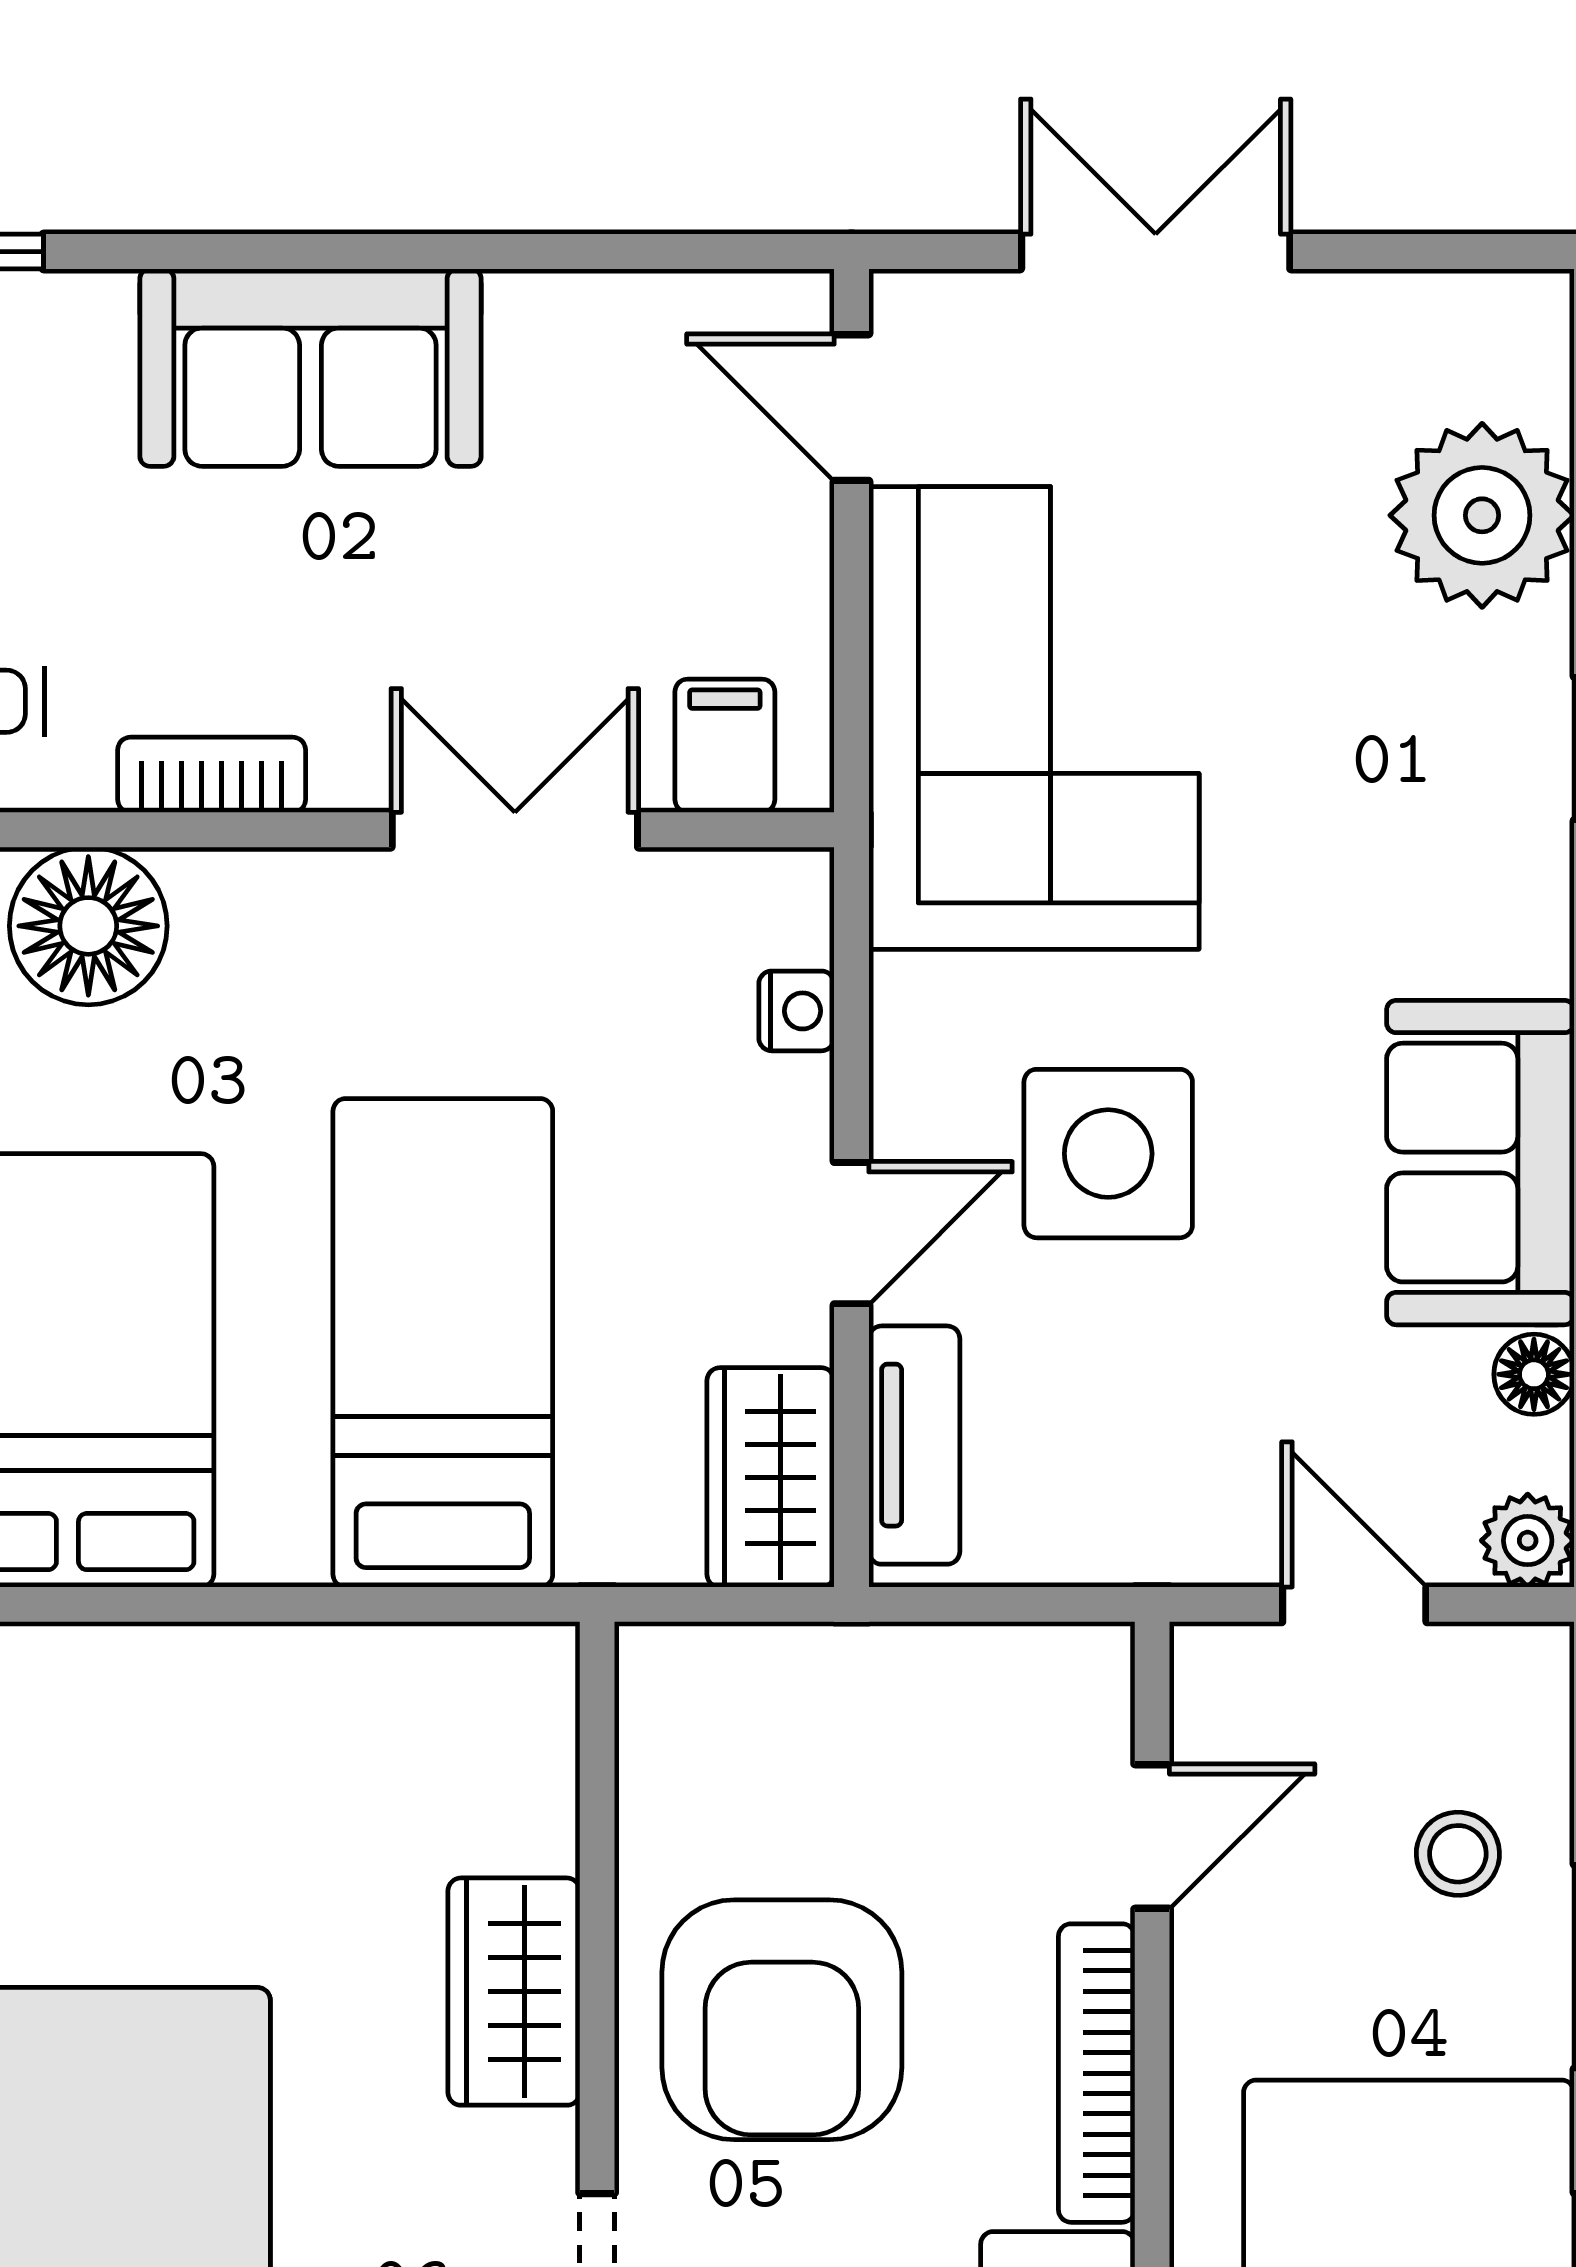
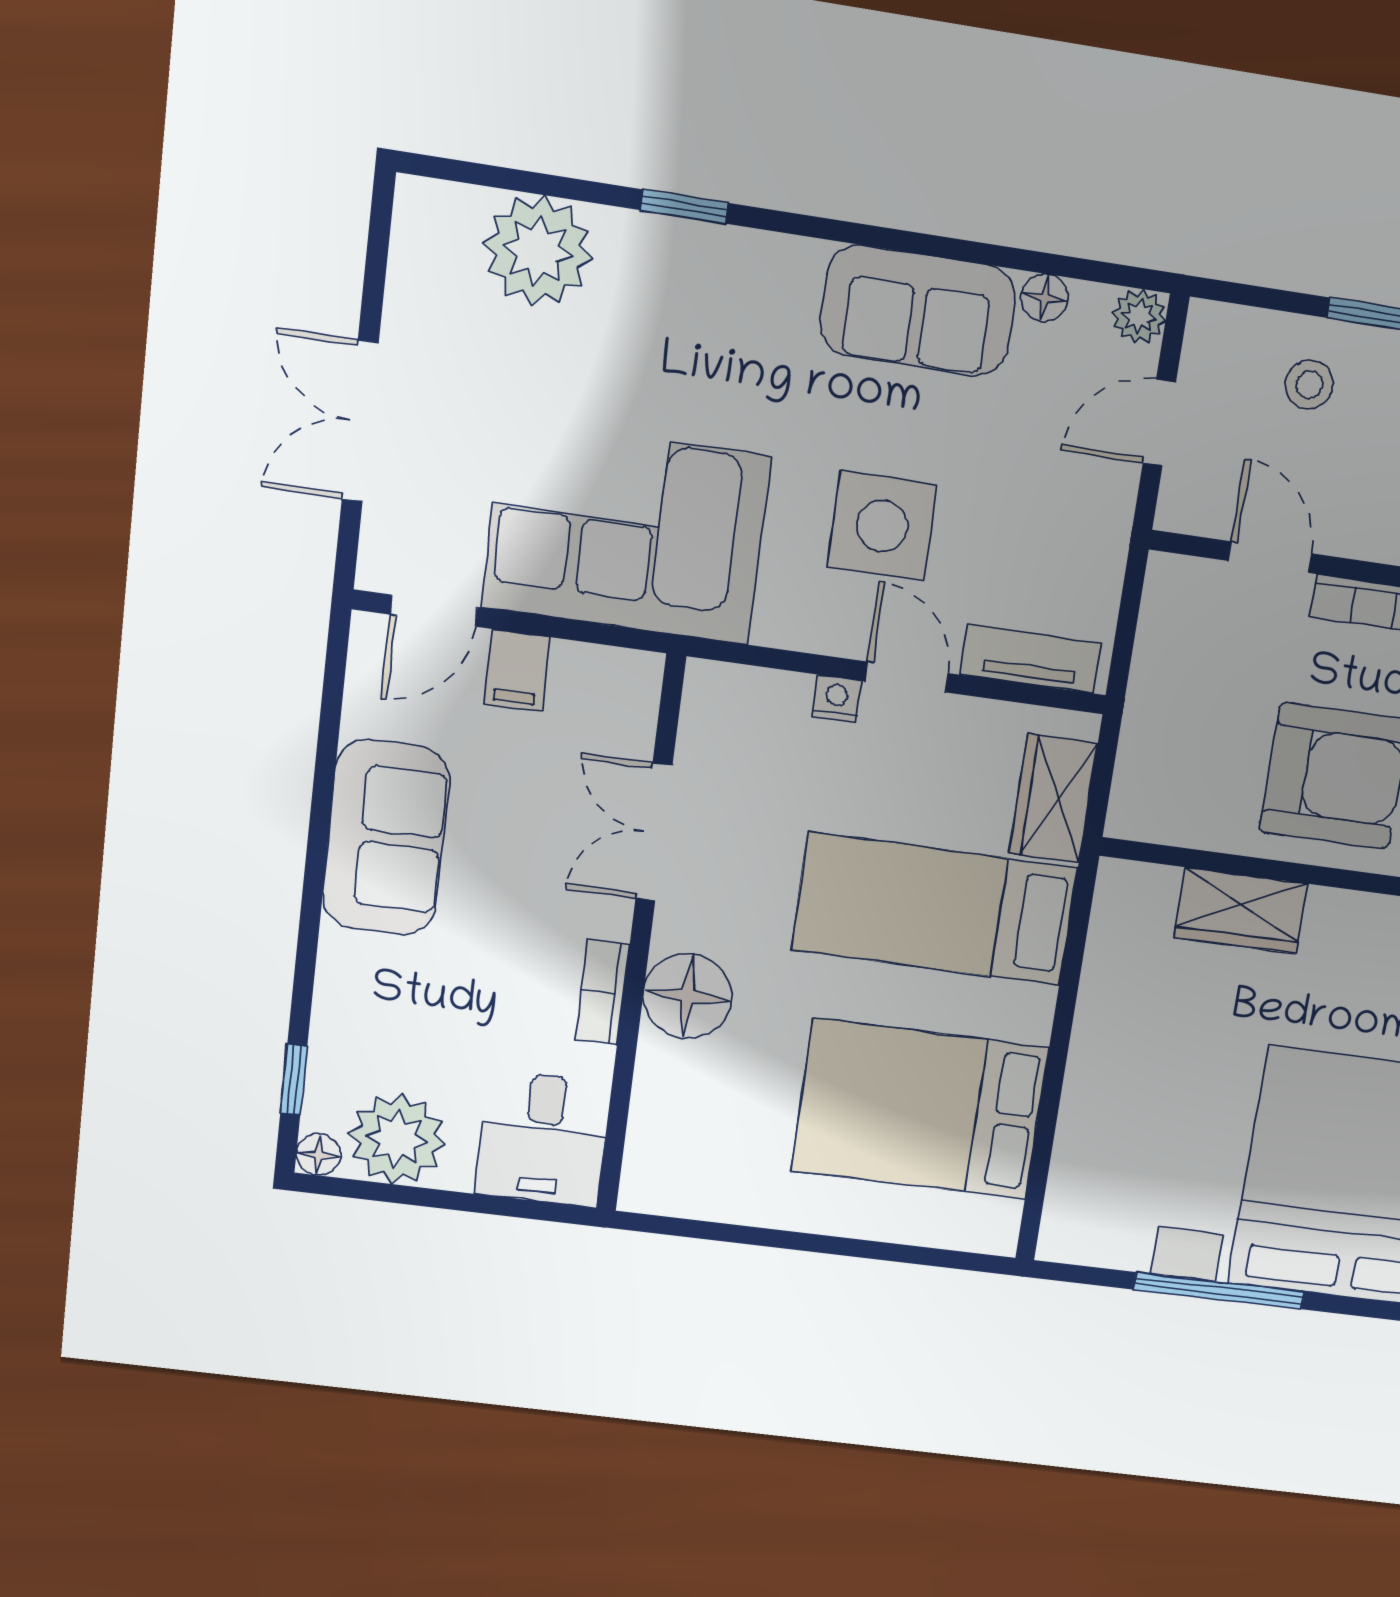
sofa: (311, 368) -> (386, 838), moved
filing cabinet: (725, 746) -> (517, 671), moved, turned -90
floor lamp: (88, 926) -> (688, 996), moved
nightstand: (796, 1011) -> (836, 698), moved
wardrobe: (771, 1477) -> (1053, 798), moved, turned 90
wardrobe: (514, 1992) -> (1241, 911), moved

